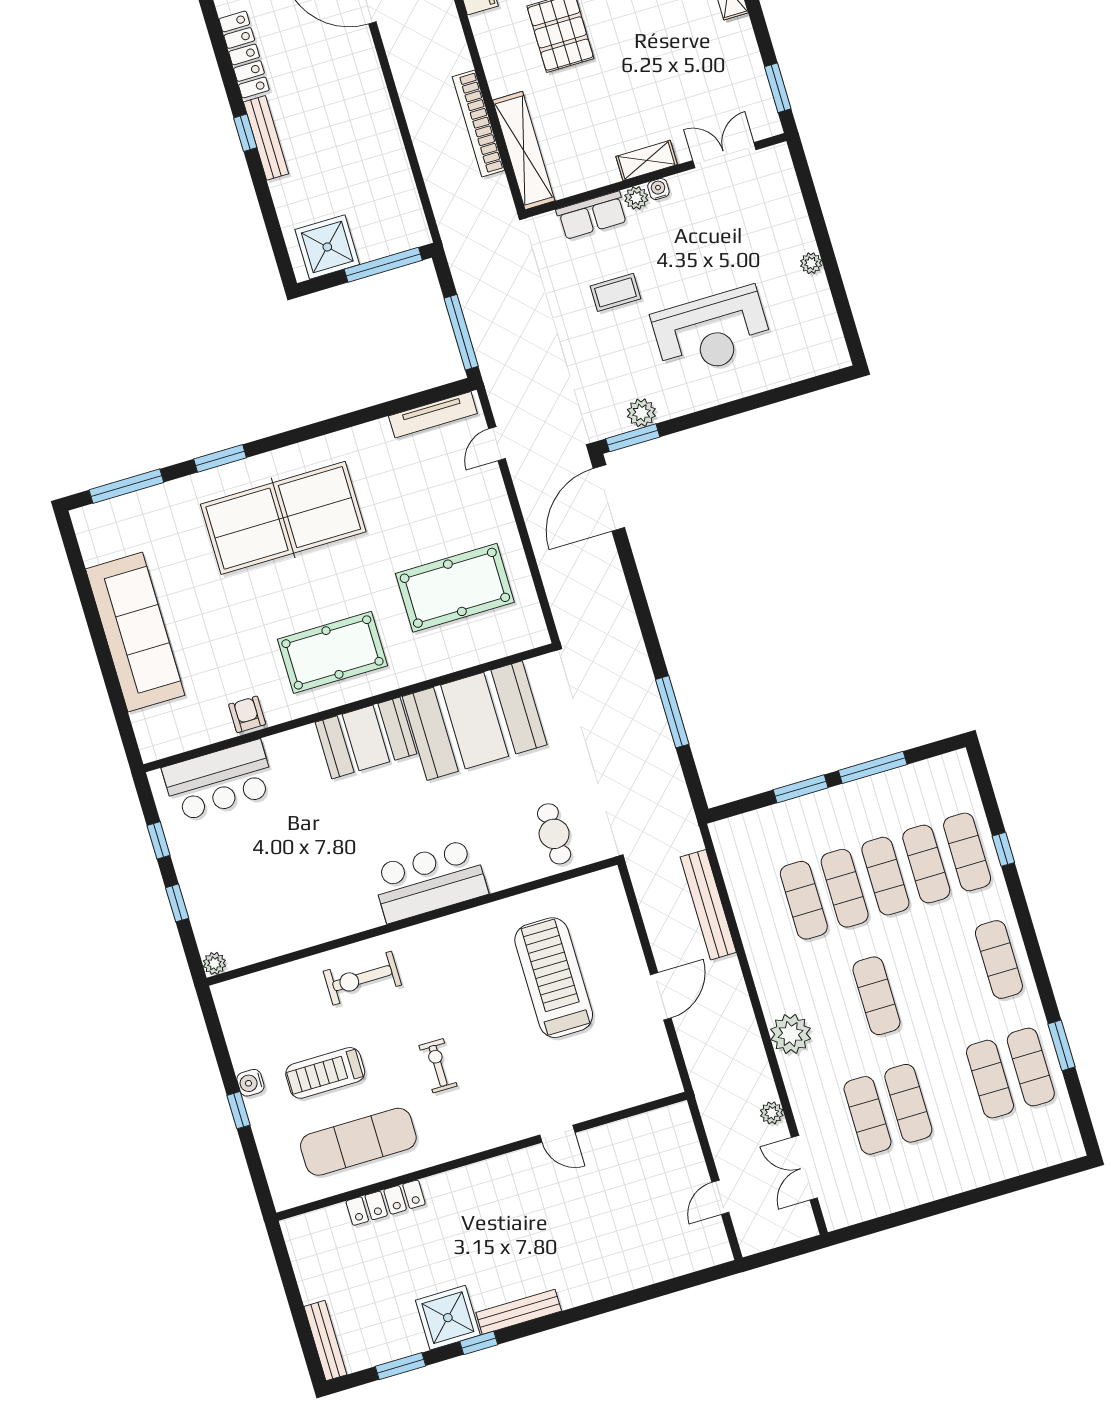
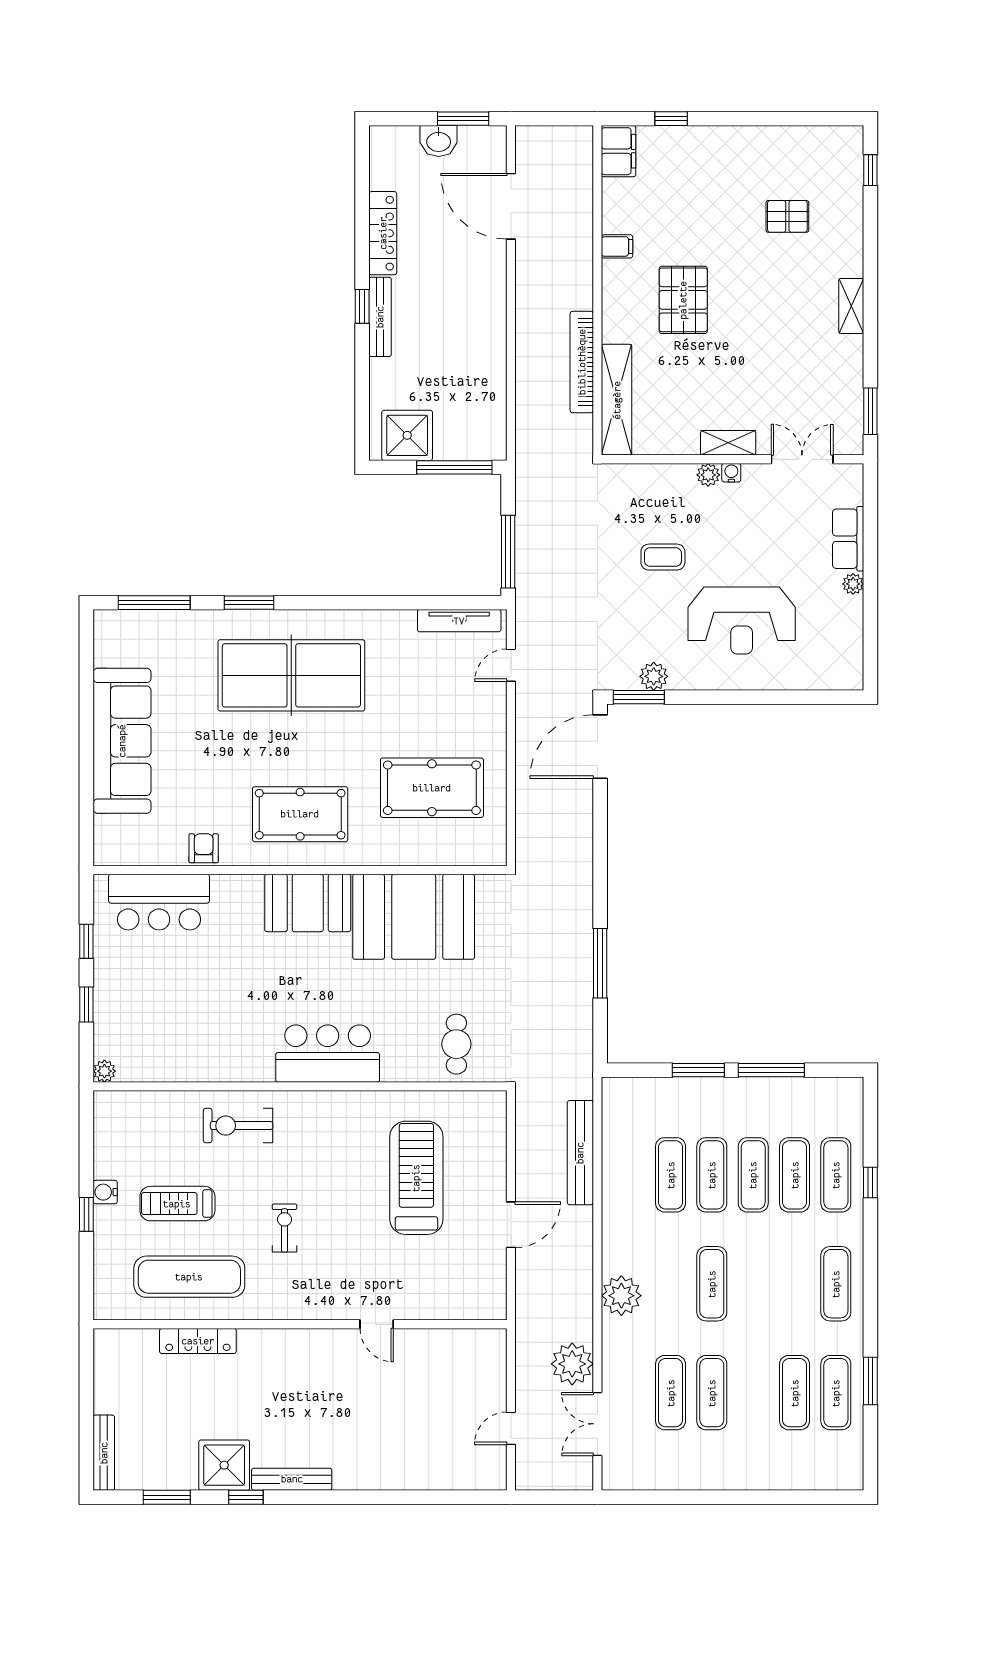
row of seats: (592, 215) -> (848, 539), moved, turned 90
plant: (772, 1113) -> (572, 1364), width x1.88, depth x1.88

